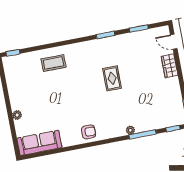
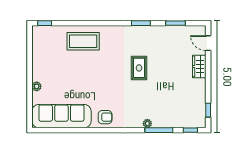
coffee table: (53, 63) -> (83, 41), width x1.36, depth x1.32
sofa: (39, 143) -> (61, 116), width x1.36, depth x1.27

